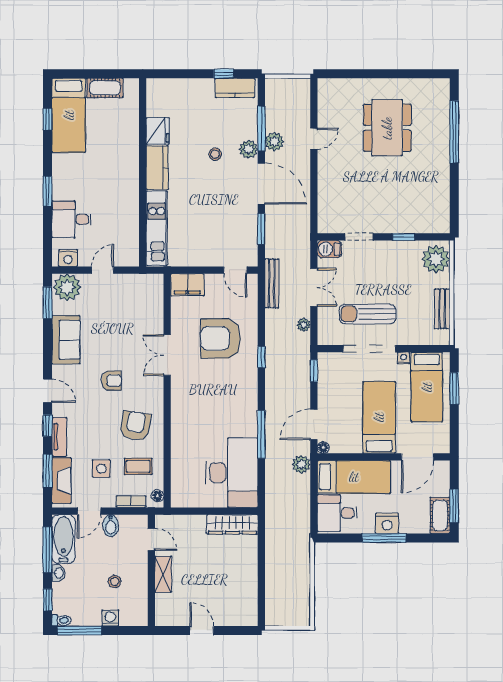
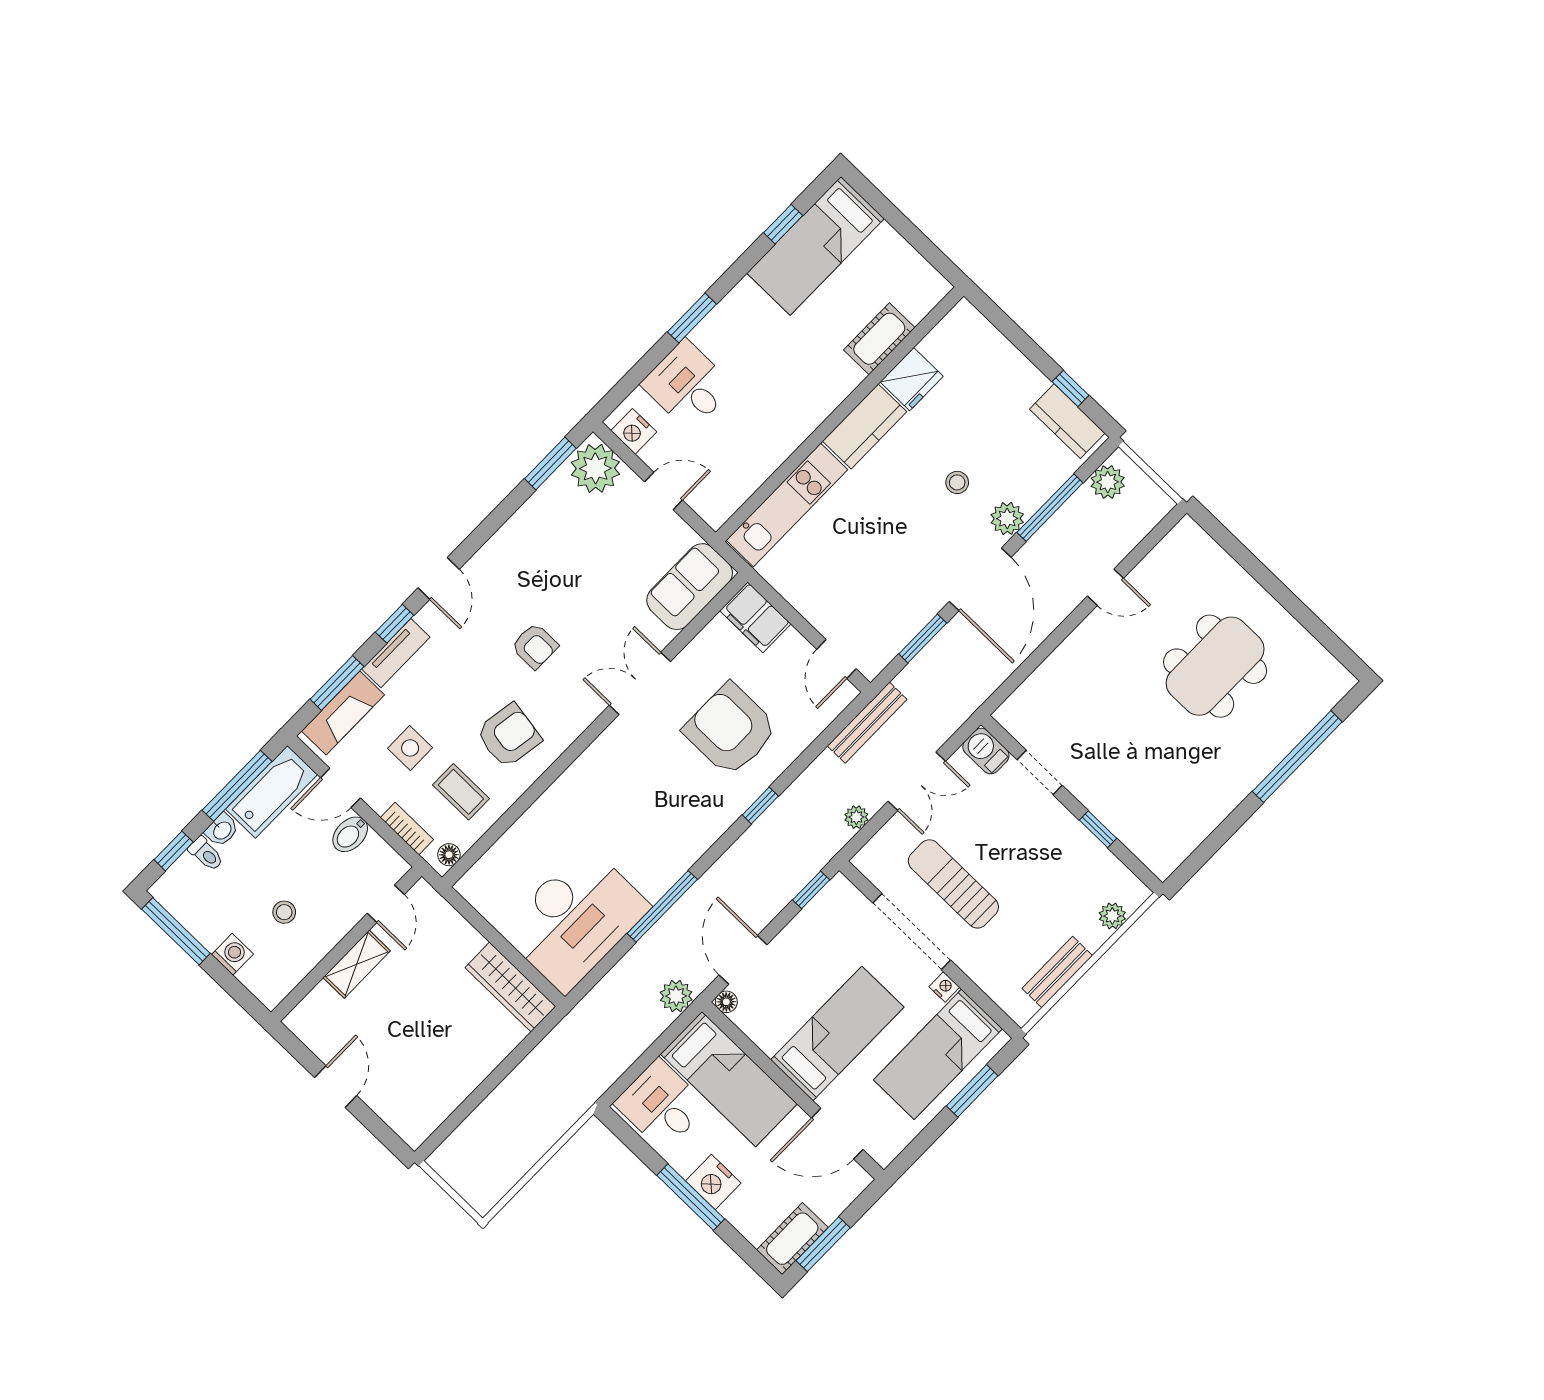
cot: (105, 88) -> (879, 339), moved, turned 90
plant: (274, 142) -> (1108, 482), moved
plant: (436, 259) -> (1112, 916), width x0.53, depth x0.53
sofa: (66, 340) -> (690, 587), moved, turned 180
door: (314, 424) -> (743, 960), hinge flipped
toilet: (61, 620) -> (206, 854), moved

